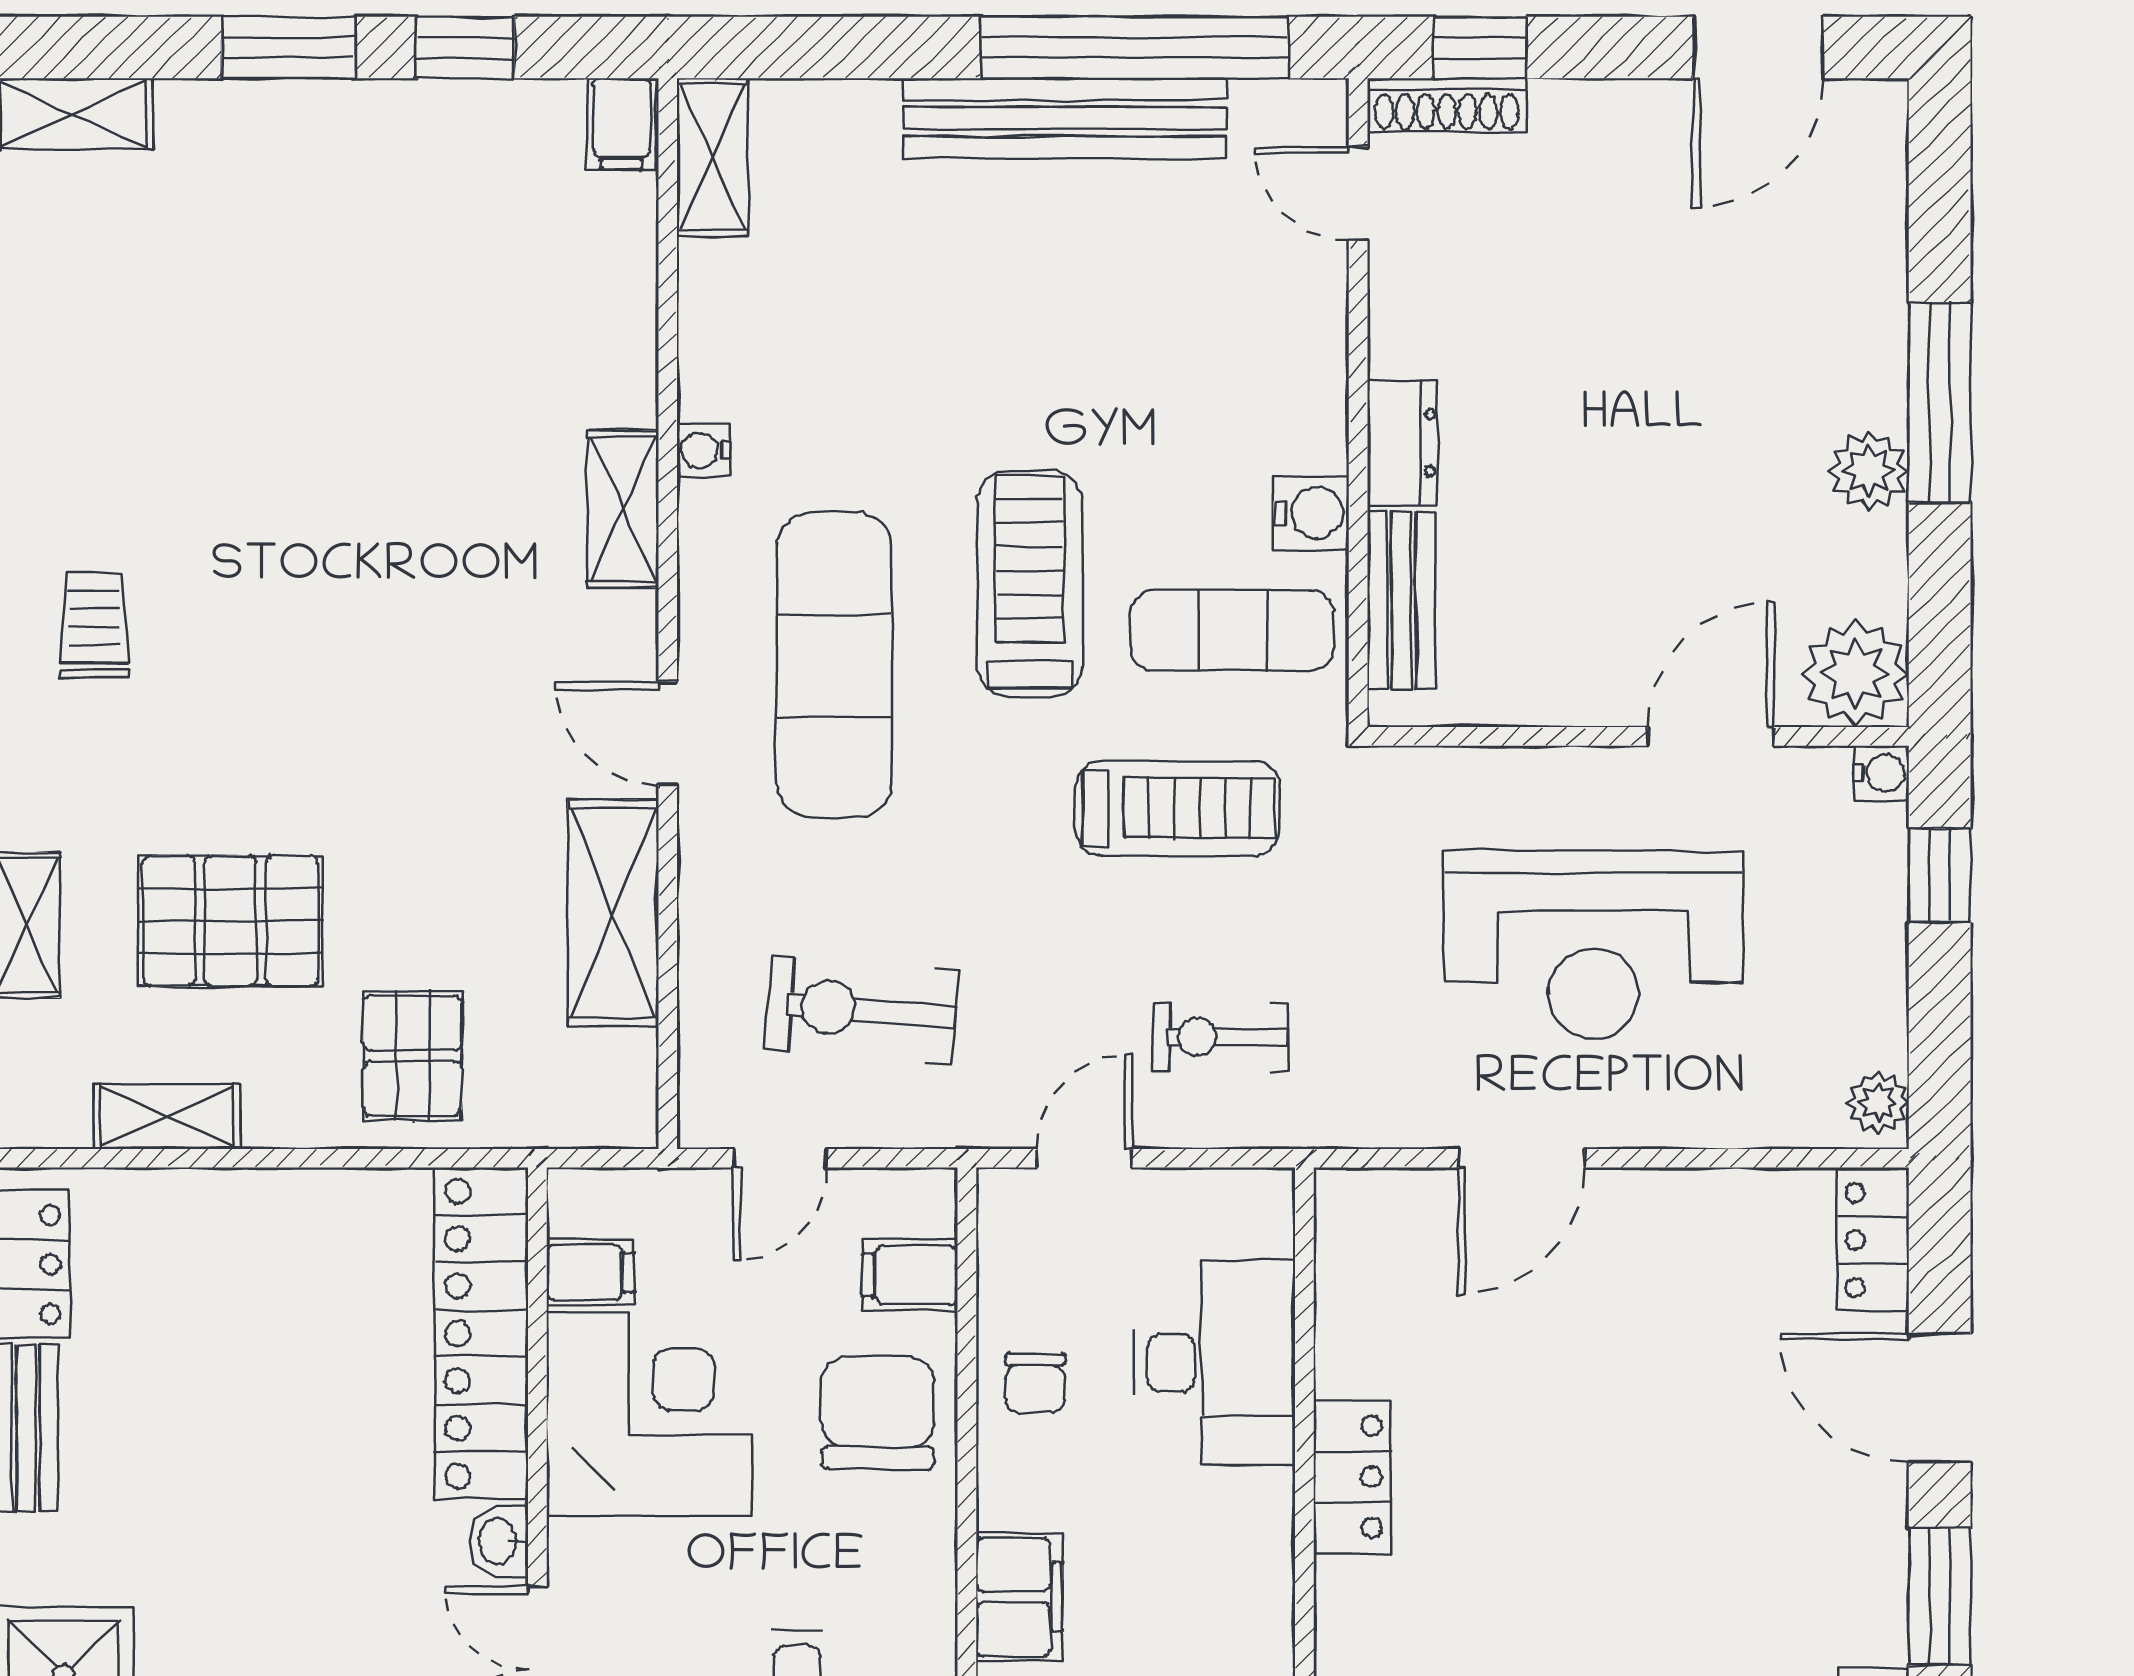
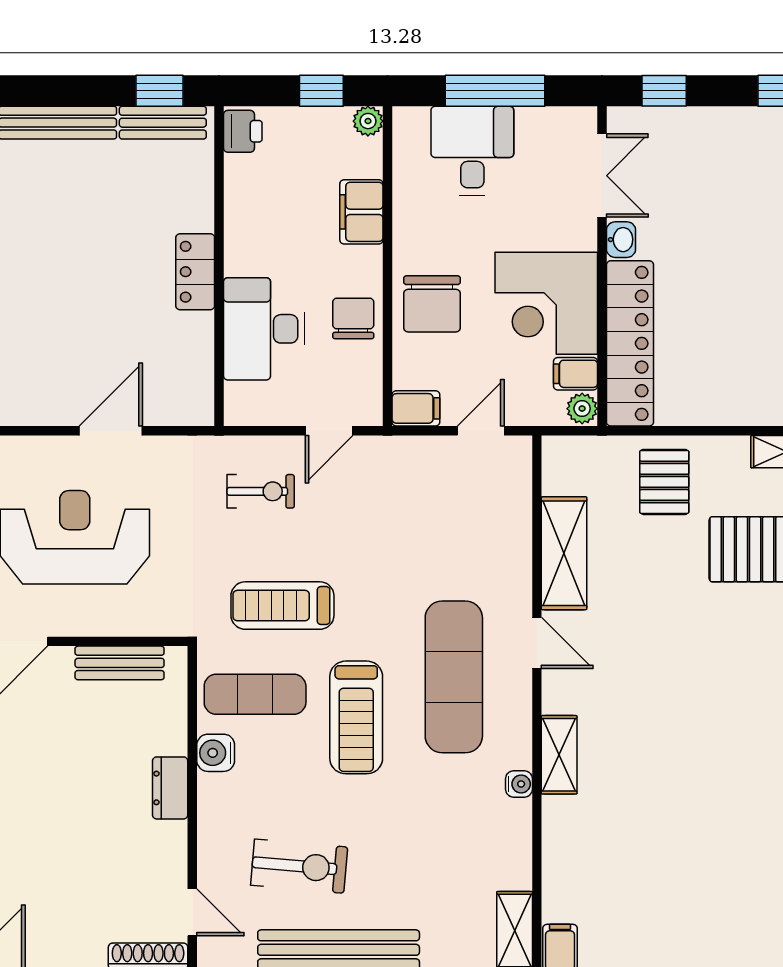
bench: (1401, 600) -> (120, 663), moved, turned 90
exercise bike: (862, 1010) -> (299, 866), moved
plant: (577, 1203) -> (582, 409), added
filing cabinet: (910, 1275) -> (416, 408), moved
chair: (1036, 1383) -> (353, 318), width x1.37, depth x1.37

